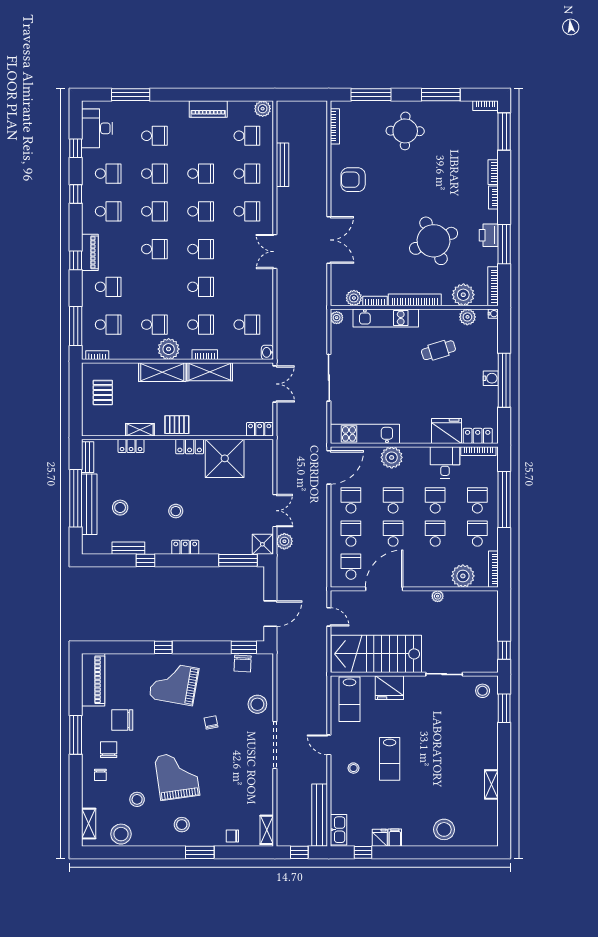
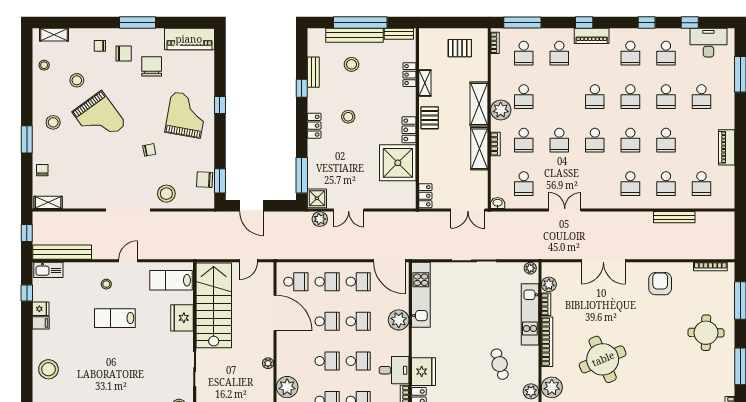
plant: (263, 109) -> (727, 198), removed
double door: (275, 252) -> (565, 210), moved
grand piano: (177, 776) -> (99, 118), turned 62
stool: (121, 834) -> (44, 65), width x0.53, depth x0.53

